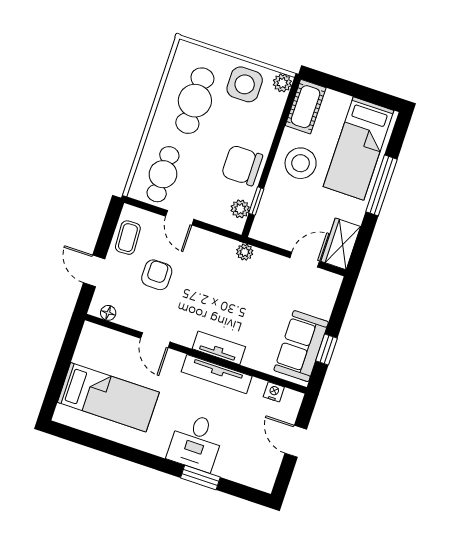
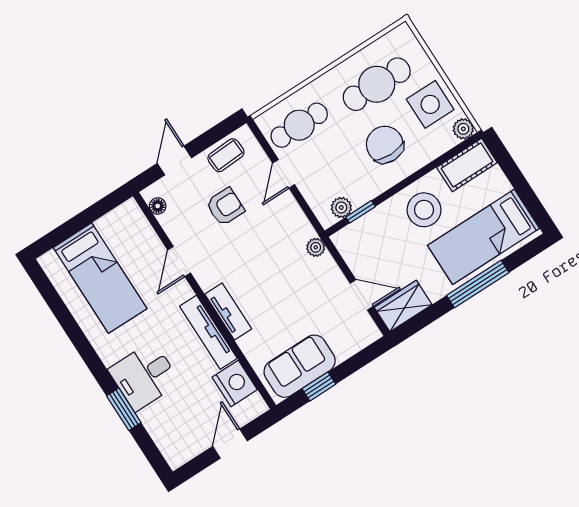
chair: (242, 165) -> (385, 145), moved
nightstand: (274, 392) -> (235, 383), width x1.89, depth x1.79

